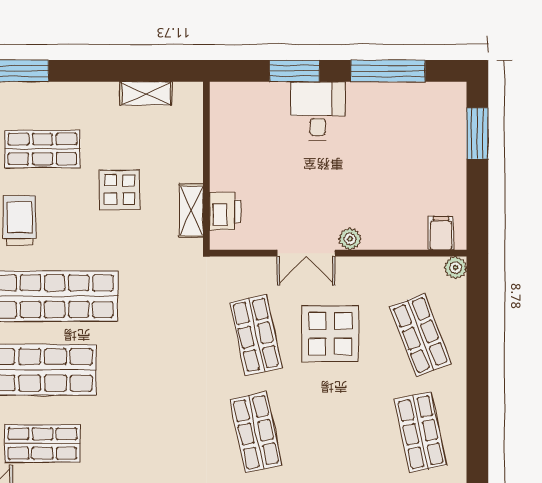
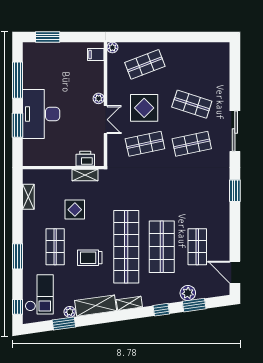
desk: (318, 111) -> (41, 114), width x1.87, depth x1.30
shop shelf: (420, 432) -> (192, 104), moved, turned 30

